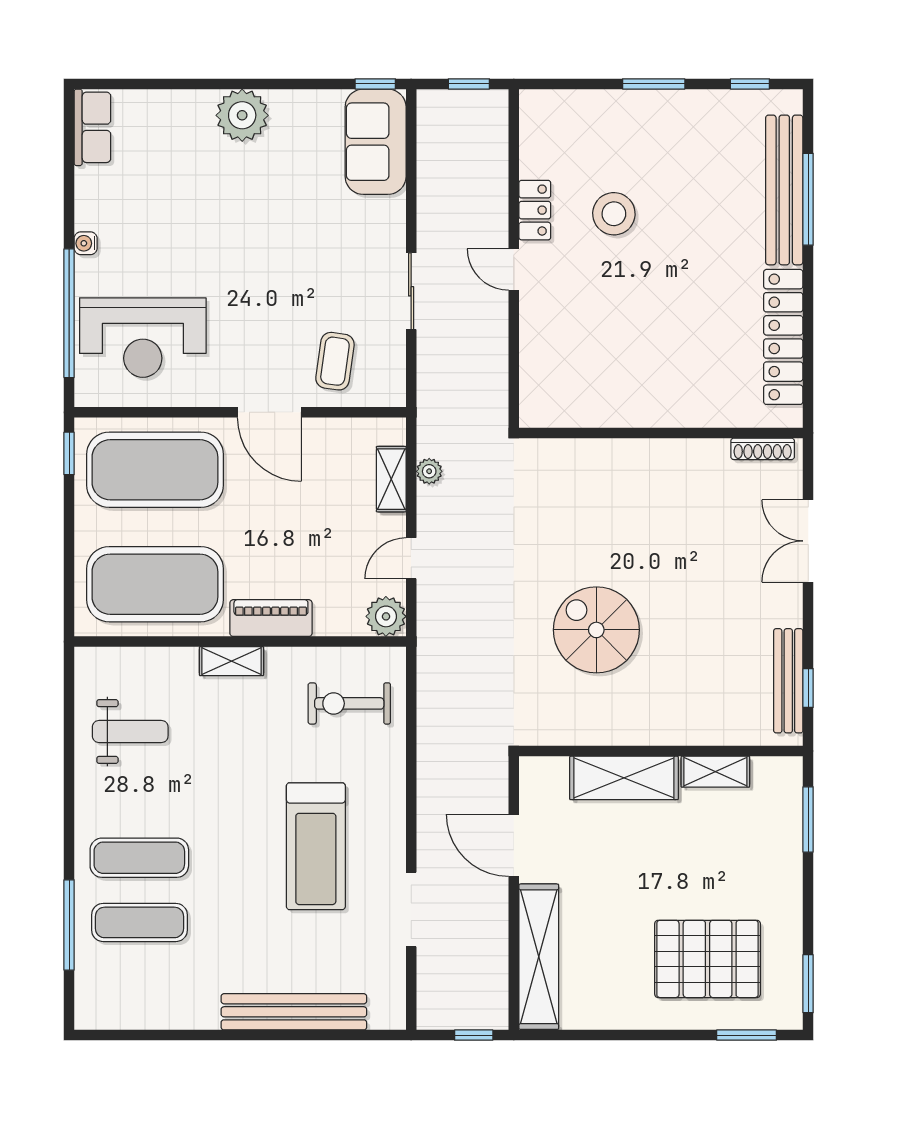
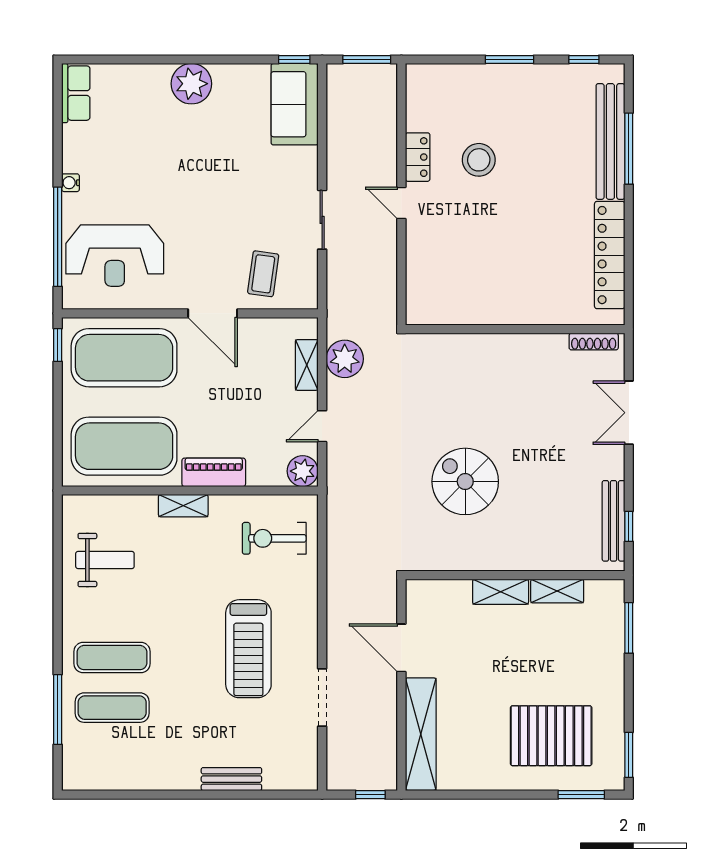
window: (469, 84) -> (367, 60), width x1.50
plant: (429, 471) -> (345, 359), width x1.88, depth x1.88
shelving: (624, 778) -> (501, 592), width x0.67, depth x0.75
bench: (294, 1012) -> (231, 779), width x0.54, depth x0.82

